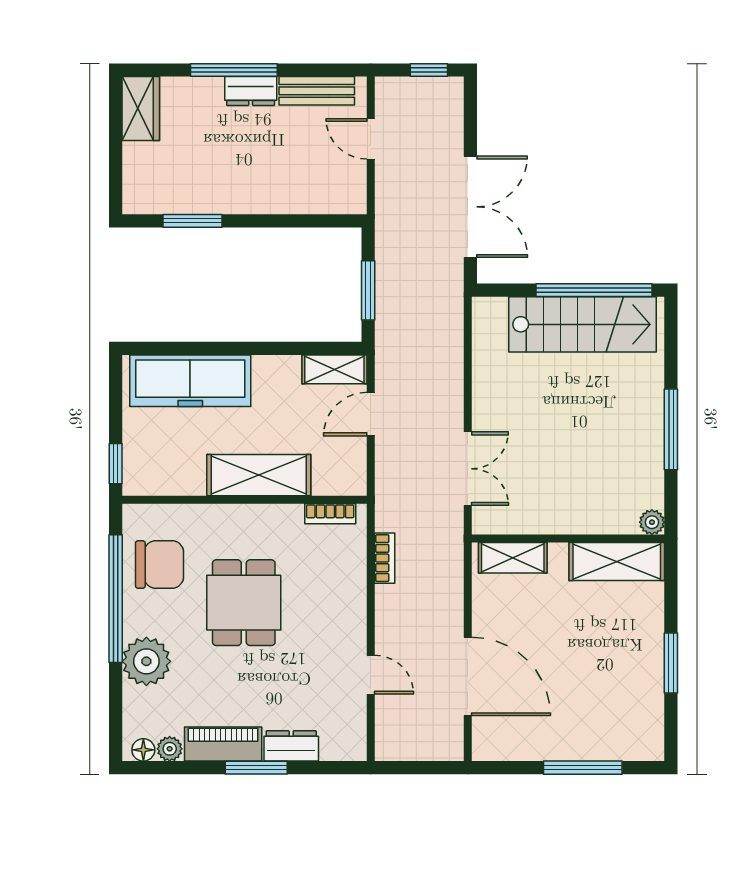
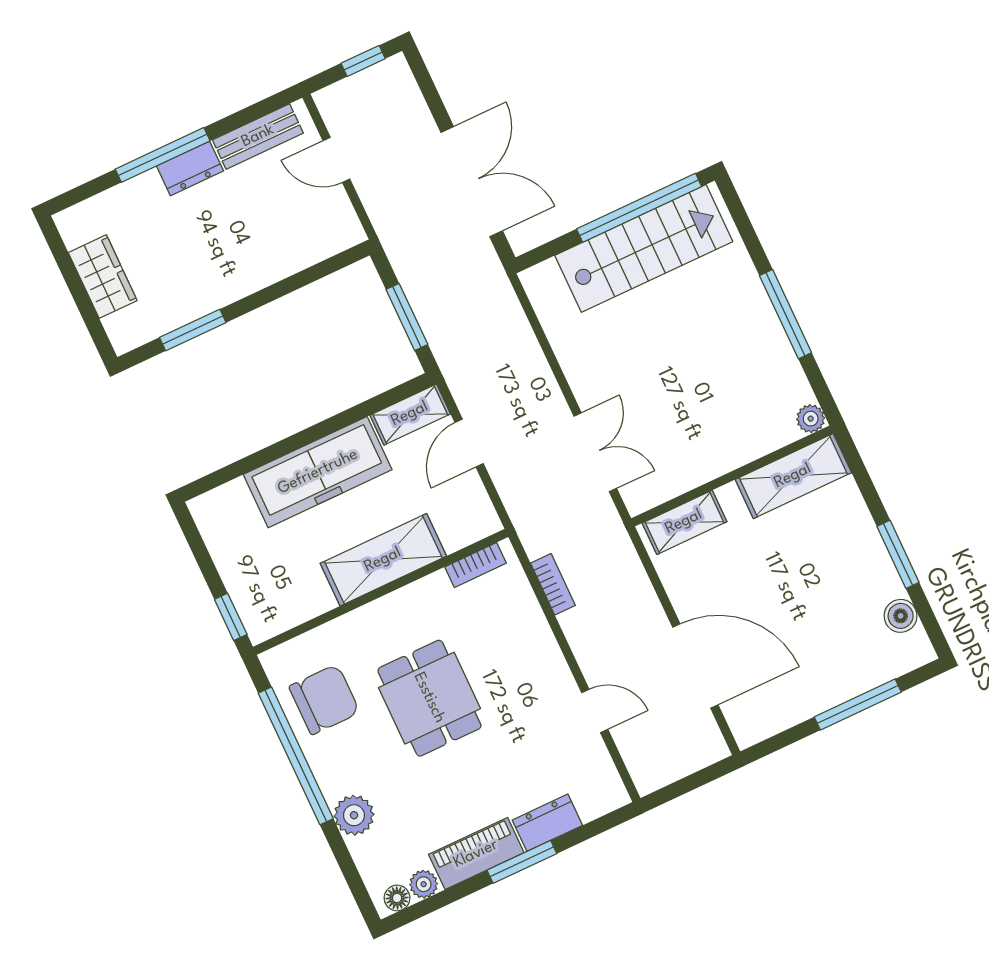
wardrobe: (141, 109) -> (103, 277), moved
freezer: (190, 381) -> (318, 472), moved
plant: (146, 661) -> (354, 815), width x0.73, depth x0.73
boiler: (650, 713) -> (901, 616), added

